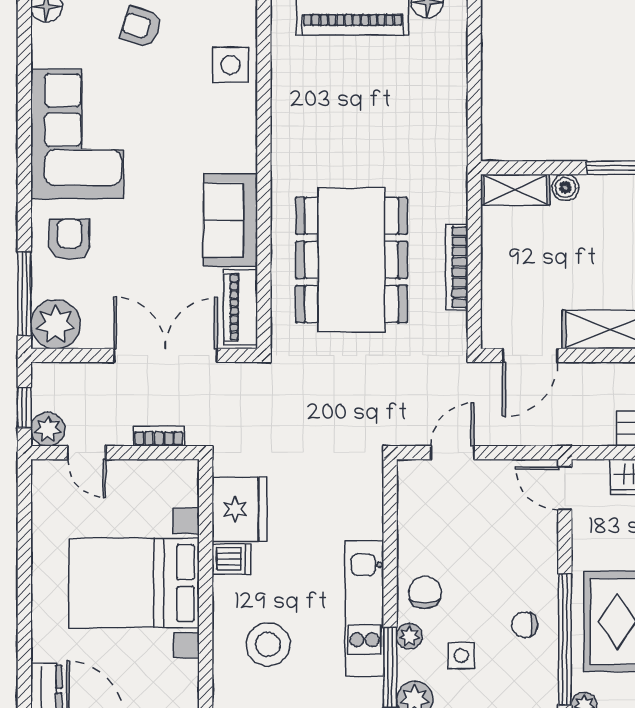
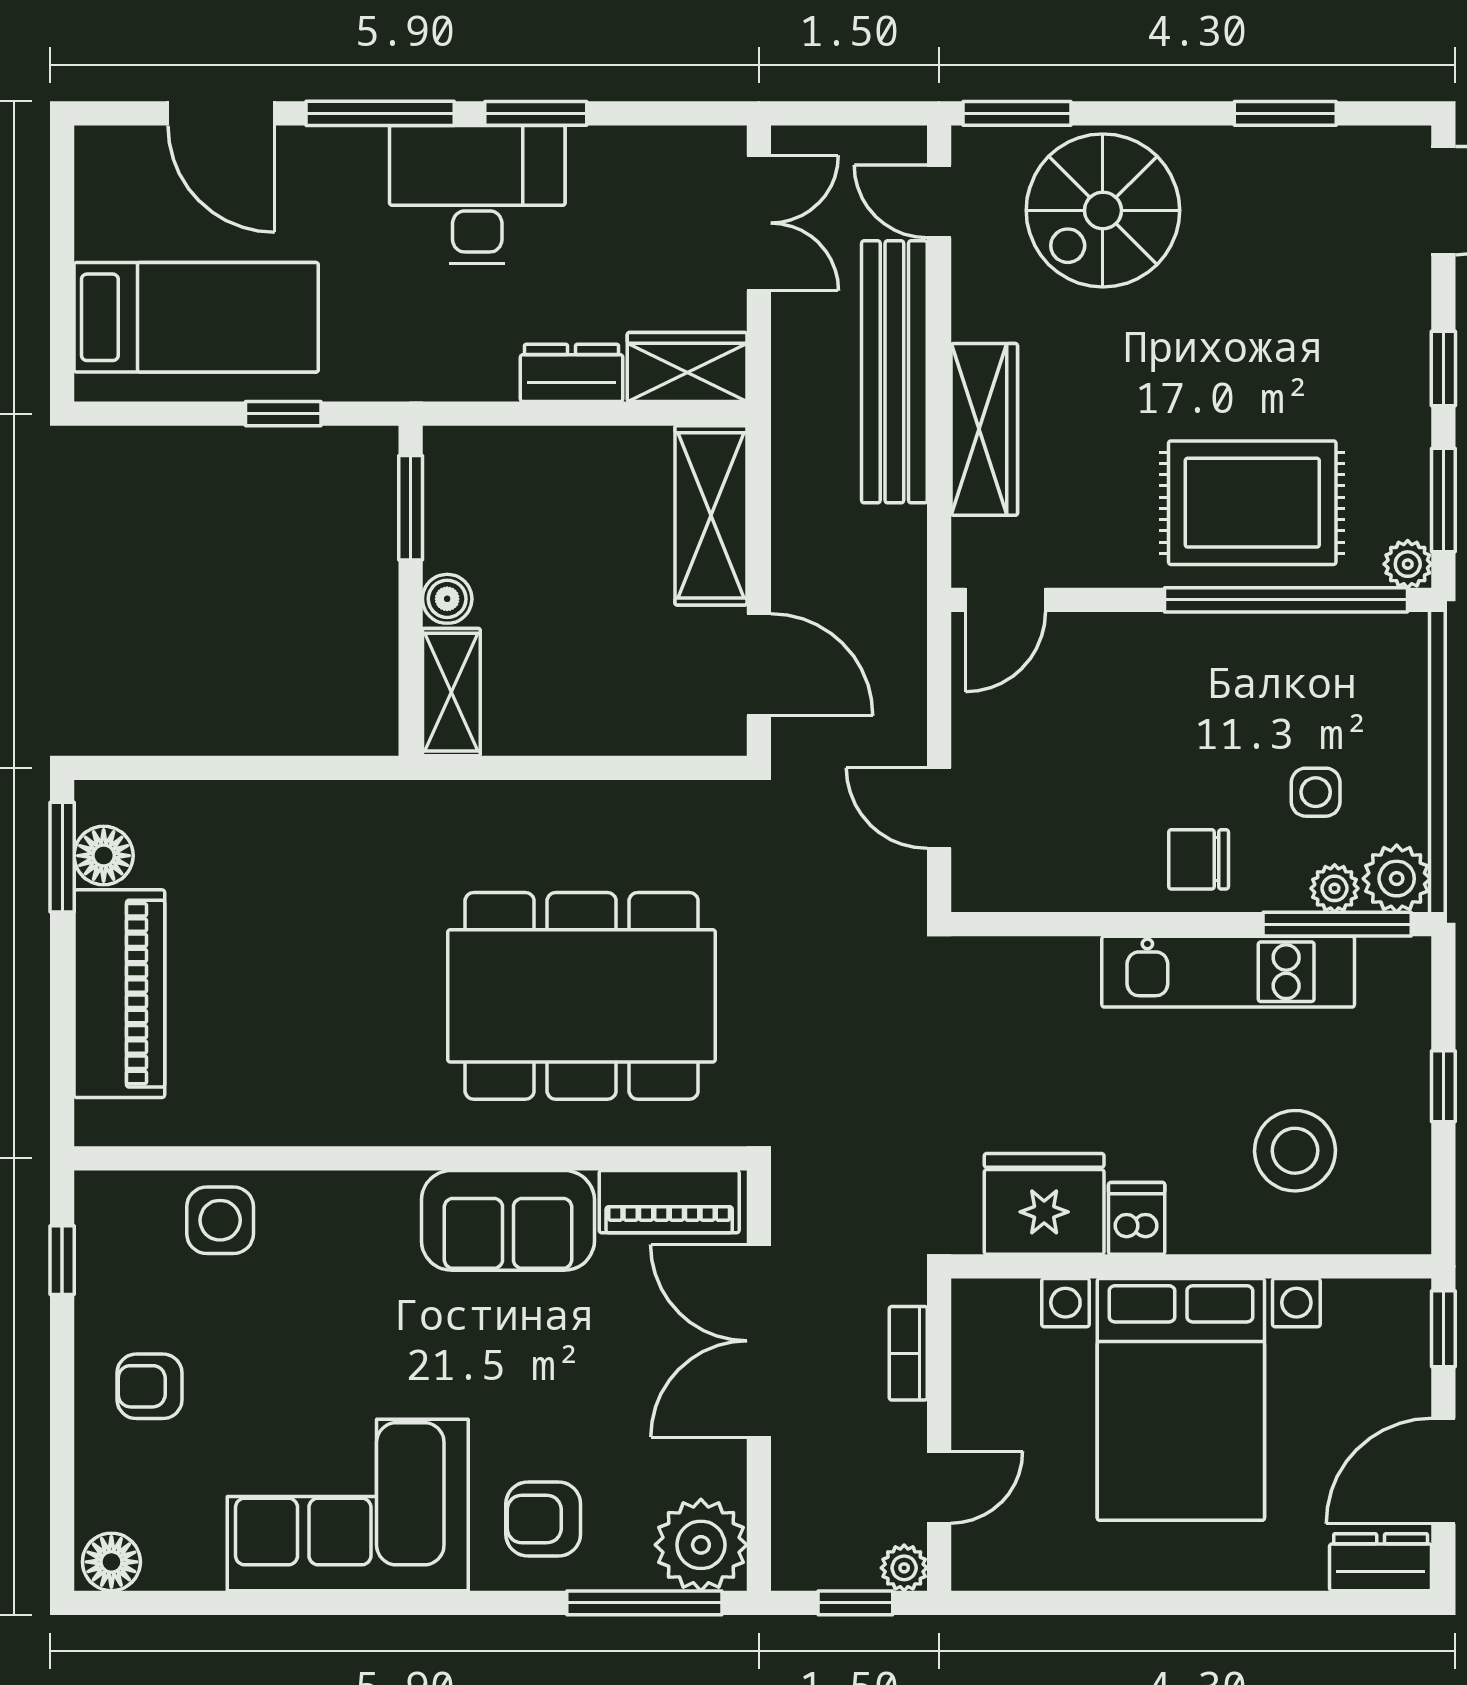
armchair: (141, 27) -> (150, 1386), turned 72
bookcase: (457, 267) -> (595, 800), removed
plant: (48, 429) -> (904, 1568), width x0.73, depth x0.73
chair: (525, 625) -> (1259, 675), removed
plant: (409, 636) -> (1335, 888), moved

